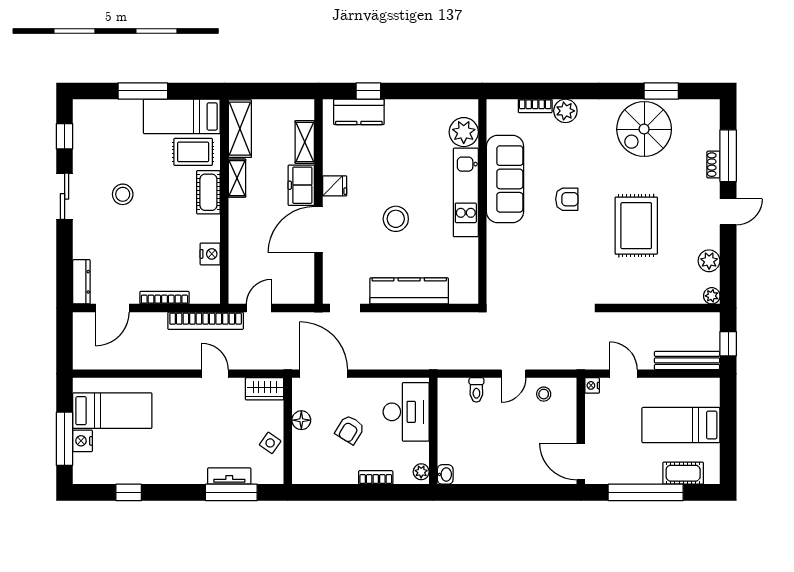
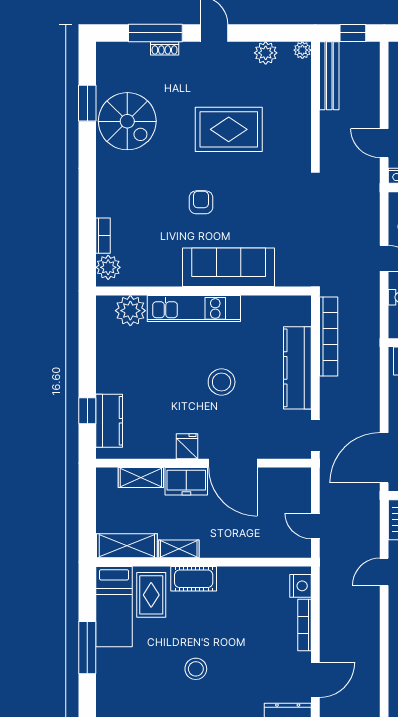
plant: (565, 111) -> (108, 267), moved
sofa: (505, 179) -> (229, 267), moved
nightstand: (210, 254) -> (300, 586), moved, turned 90
door: (112, 308) -> (315, 680), hinge flipped
bookcase: (206, 321) -> (329, 336), moved
bench: (687, 360) -> (329, 76), moved
door: (623, 374) -> (384, 143), hinge flipped

